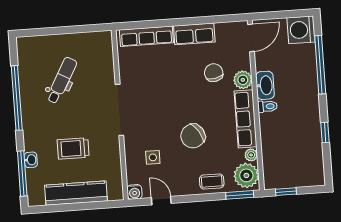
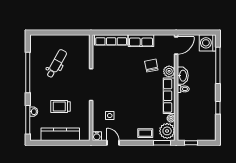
chair: (193, 136) -> (136, 104), removed

